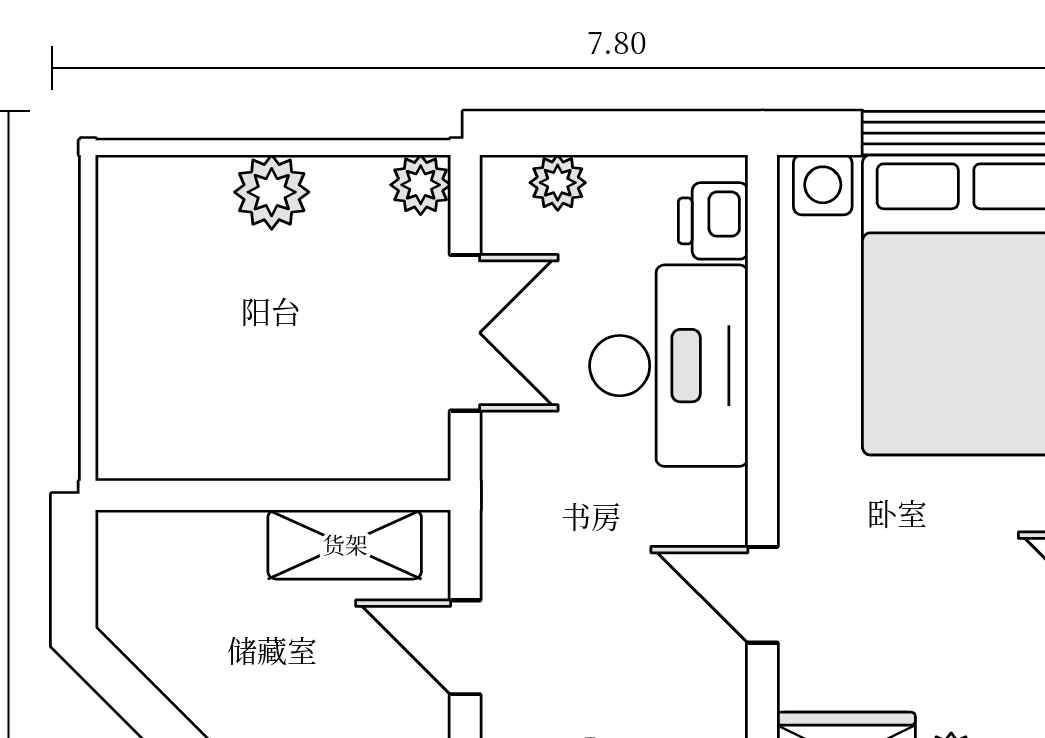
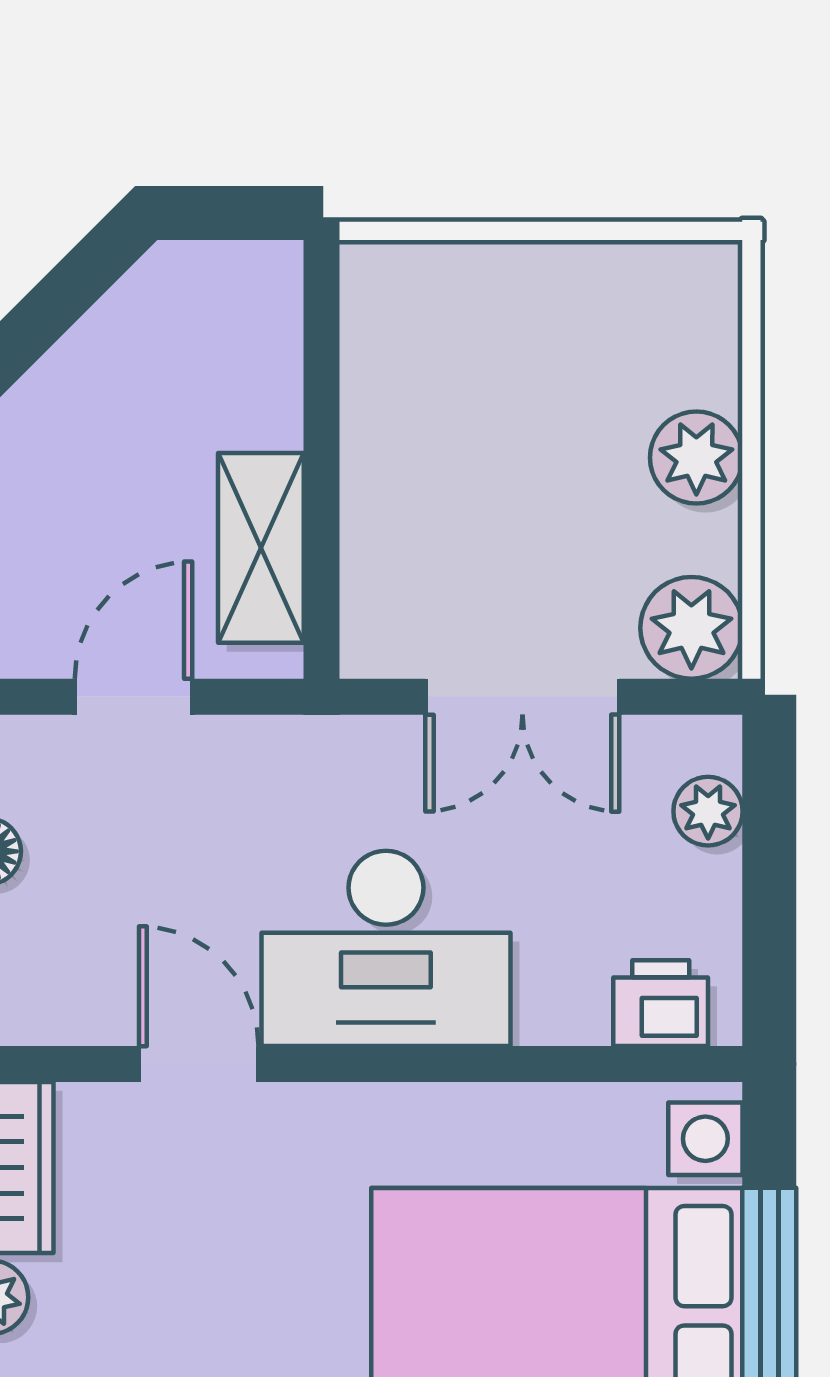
plant: (421, 185) -> (691, 628), width x1.38, depth x1.38
desk: (669, 366) -> (386, 948), moved
door: (762, 595) -> (199, 1064), hinge flipped

